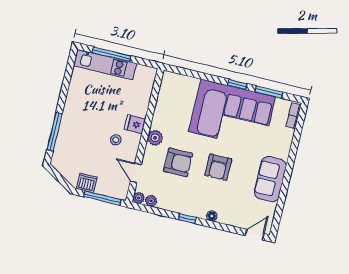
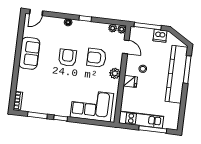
kitchen unit: (105, 65) -> (141, 120), moved
corner sofa: (232, 114) -> (92, 105), moved, width x0.73, depth x0.74
kitchen counter: (70, 127) -> (176, 74), added

